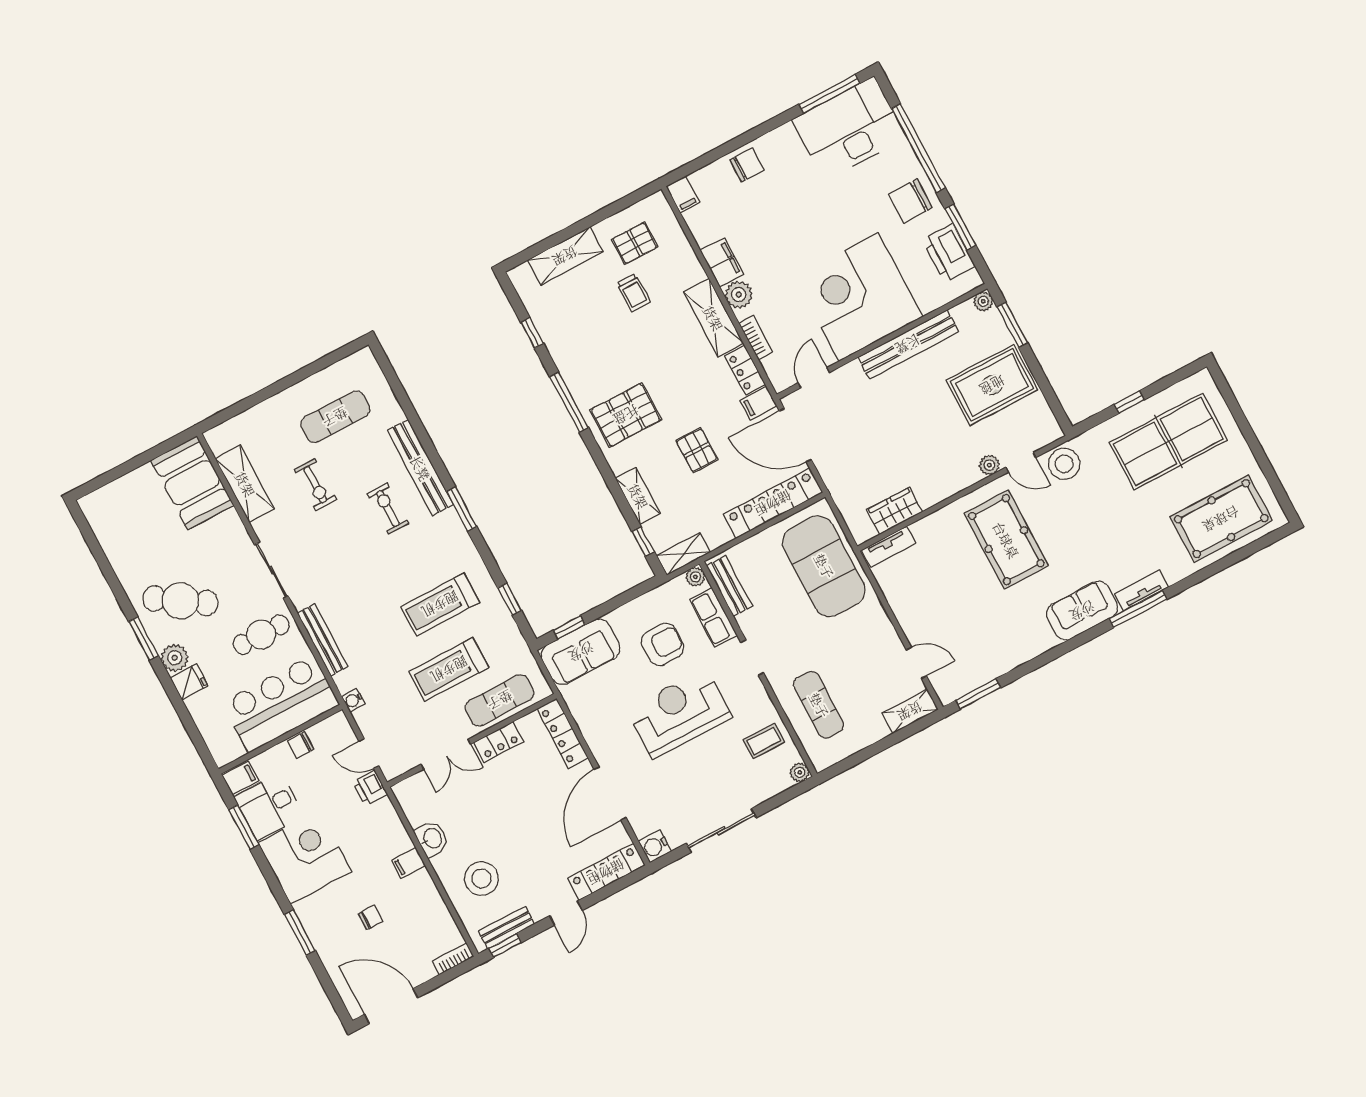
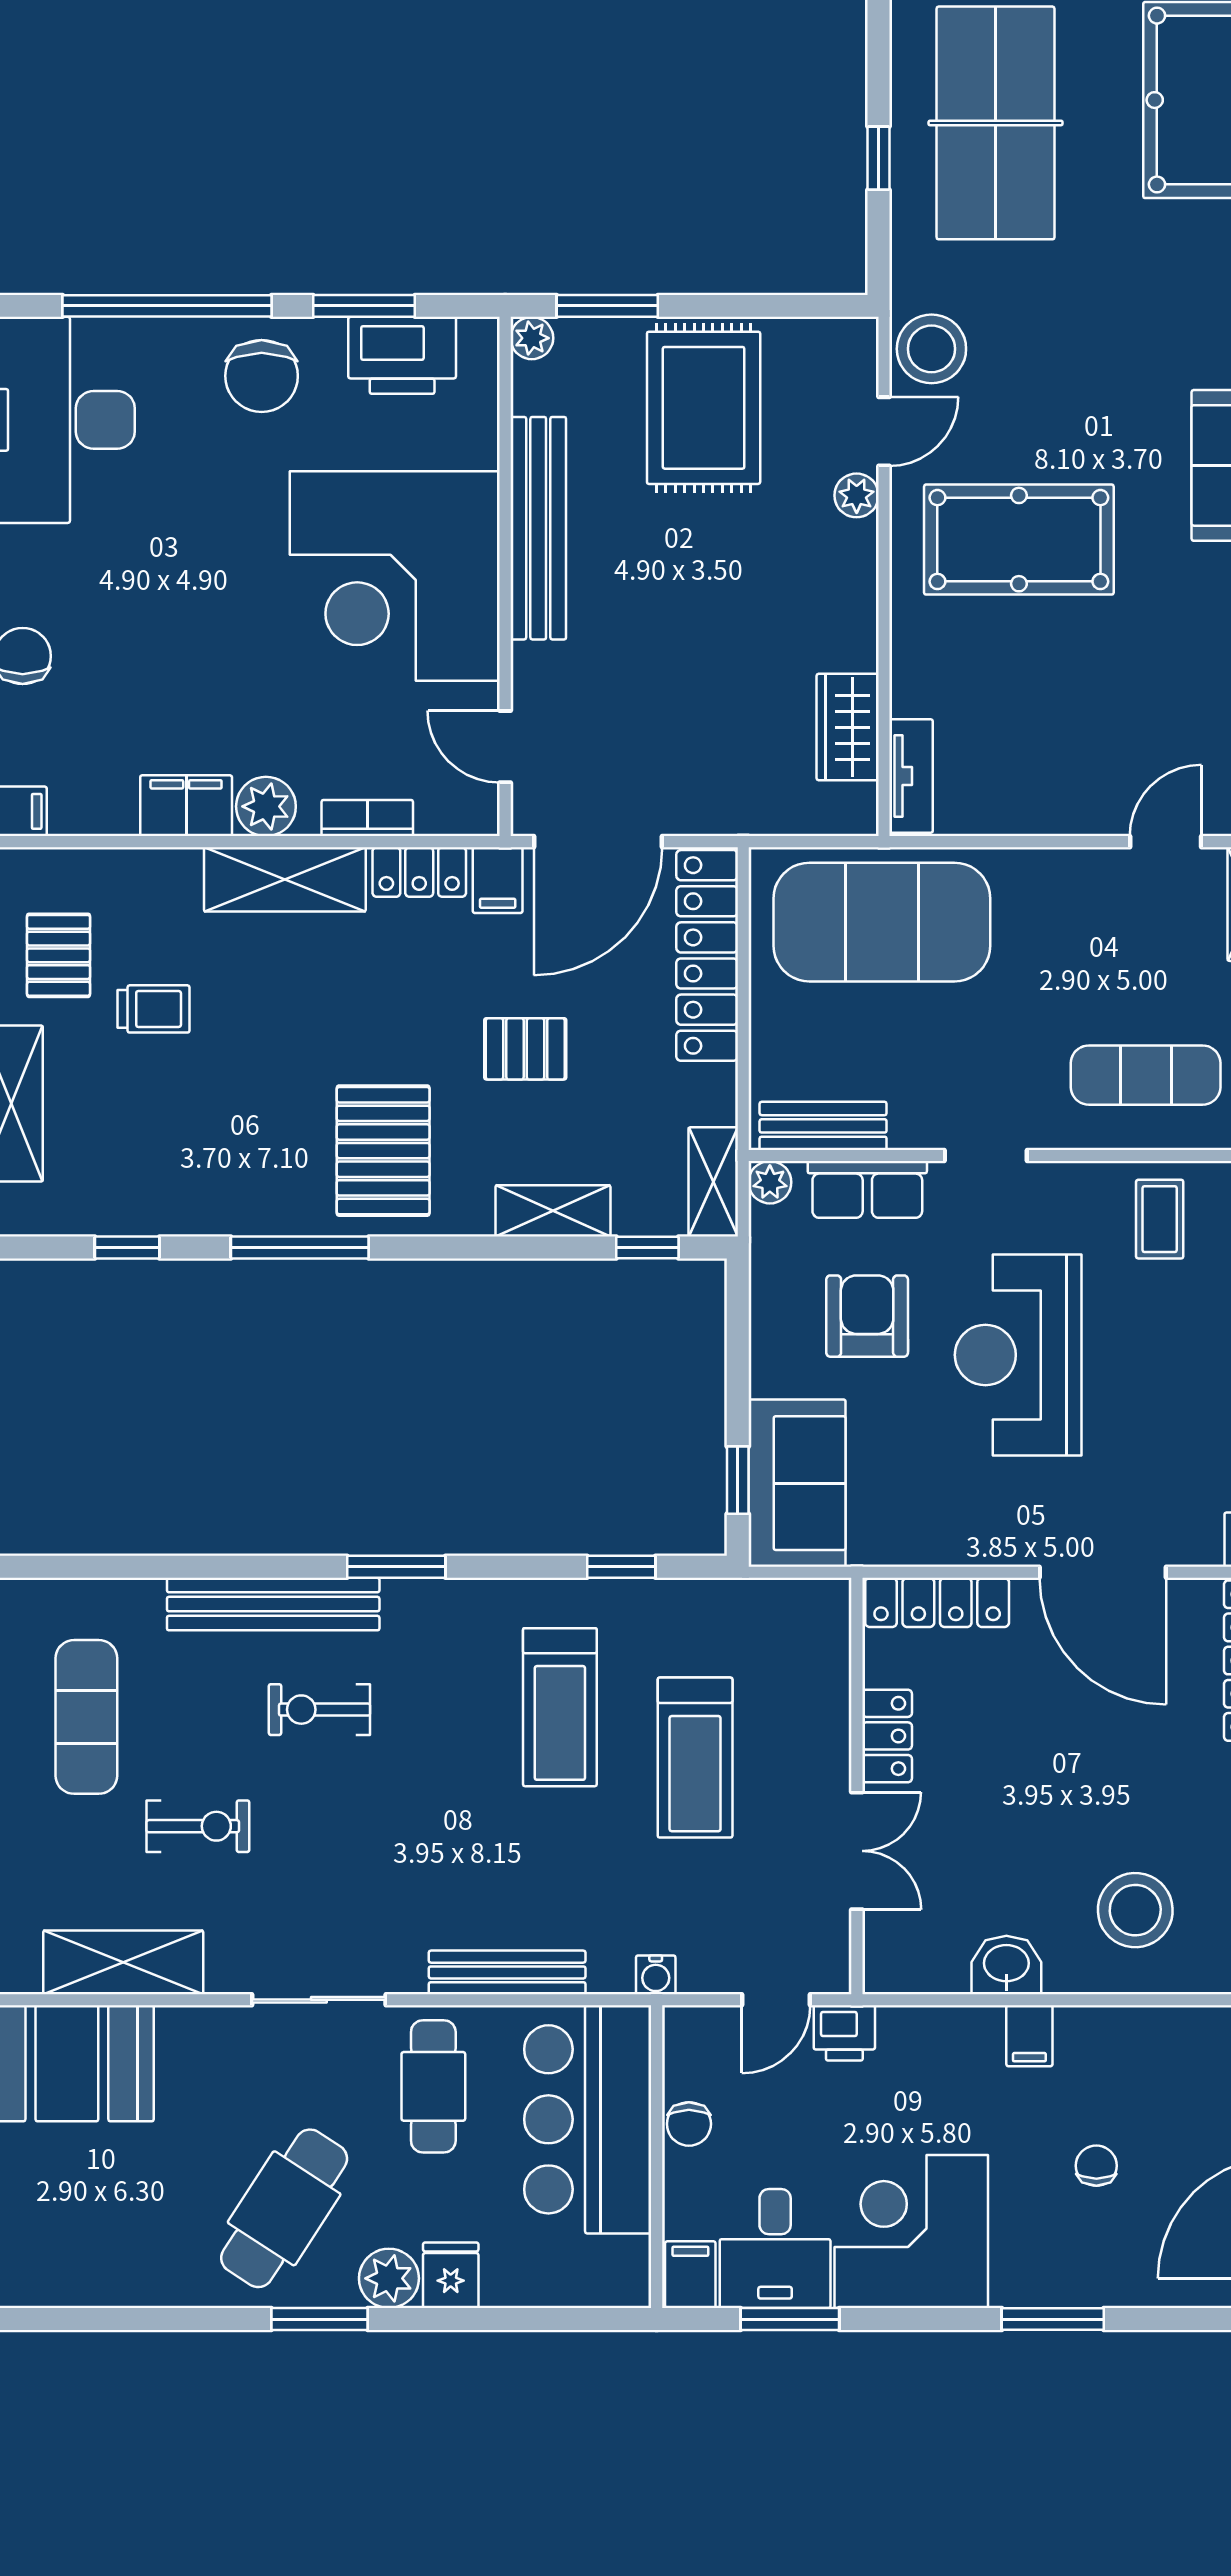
exercise mat: (500, 700) -> (808, 1691), removed

